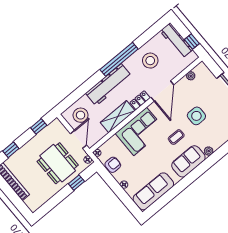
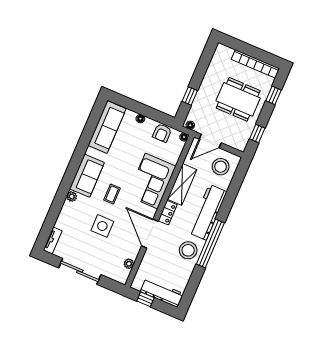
stool: (150, 61) -> (188, 250), moved
door: (78, 139) -> (210, 141), hinge flipped
dining table: (58, 163) -> (238, 99), moved

